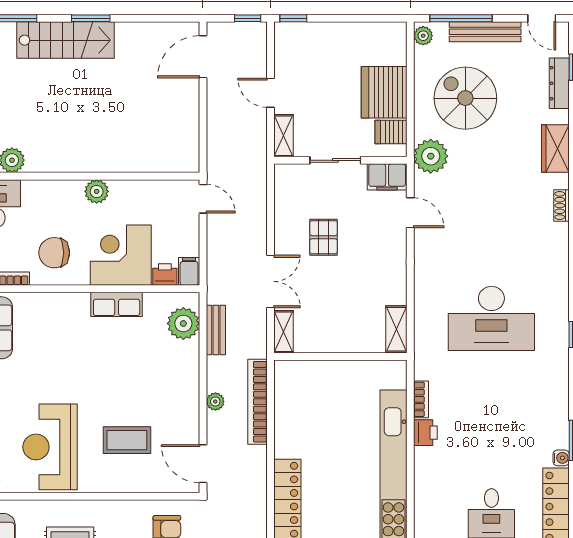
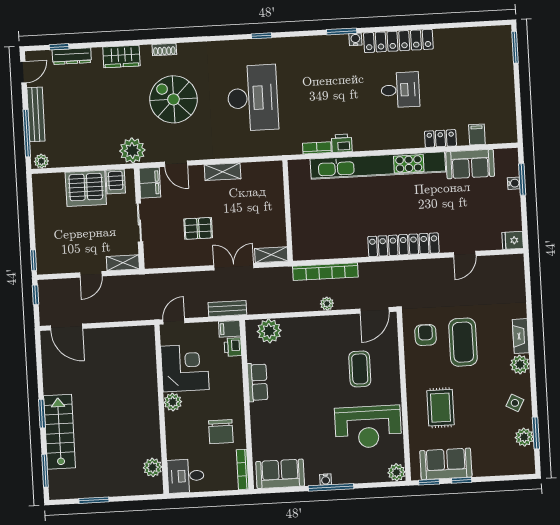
spiral stairs: (465, 98) -> (173, 99), moved, turned 90
door: (410, 213) -> (176, 164), swing flipped
corner desk: (121, 255) -> (185, 368), moved, turned 180
shelving: (396, 329) -> (223, 172), moved
bench: (216, 330) -> (227, 309), moved

